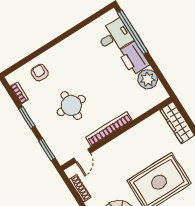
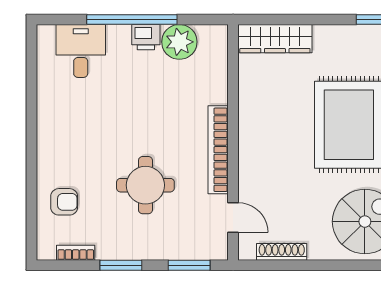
window: (133, 32) -> (132, 19), moved
printer: (134, 58) -> (146, 37), width x0.53, depth x0.68
armchair: (40, 73) -> (64, 202), turned 180

